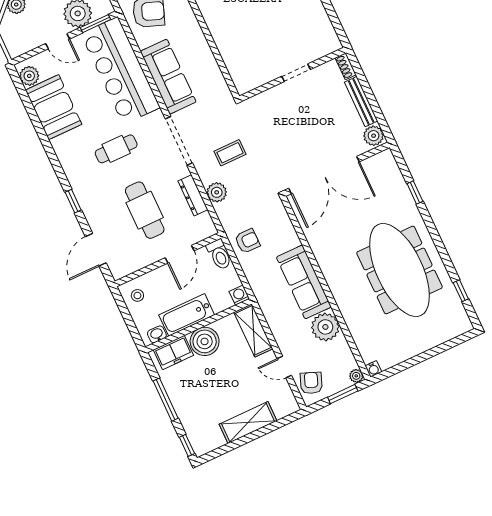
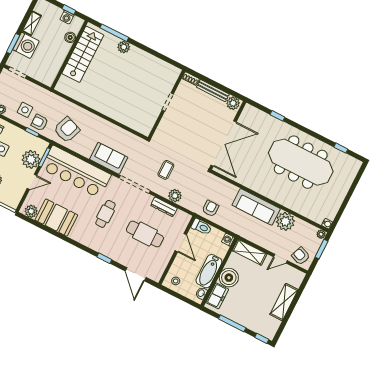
sofa: (168, 77) -> (109, 158), width x0.73

